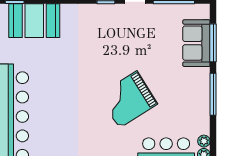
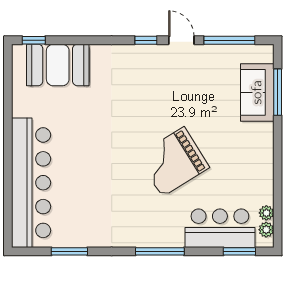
window: (213, 94) -> (278, 155), removed

